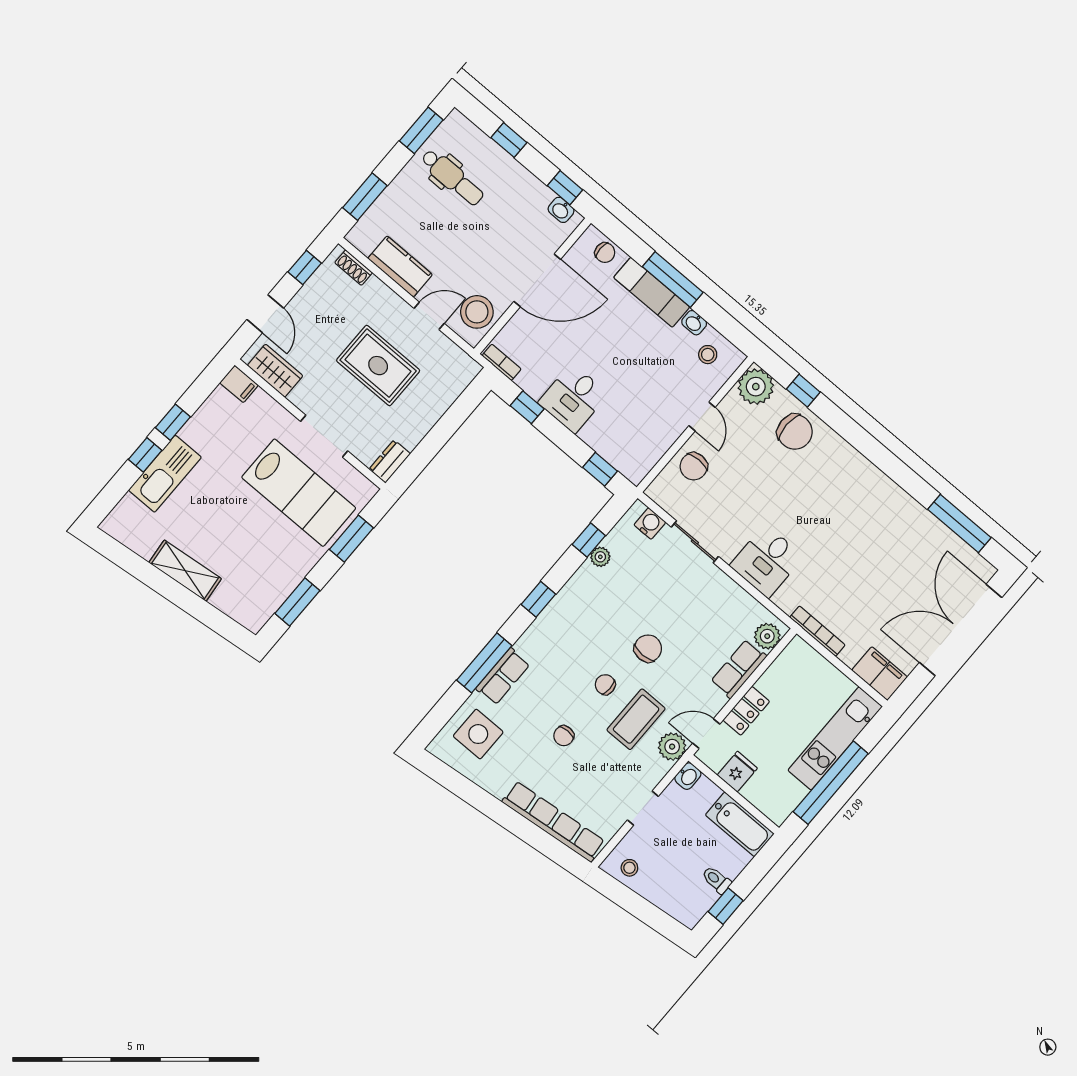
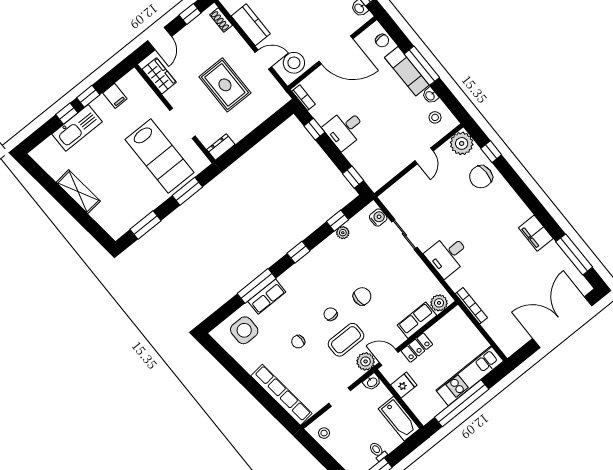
filing cabinet: (239, 384) -> (115, 96), moved
chair: (795, 432) -> (481, 177), turned 90
chair: (694, 466) -> (413, 187), removed
filing cabinet: (880, 674) -> (536, 233), moved, turned 180

